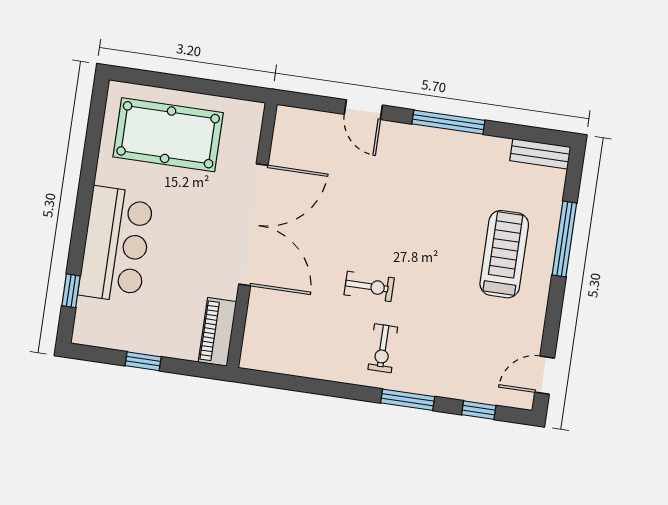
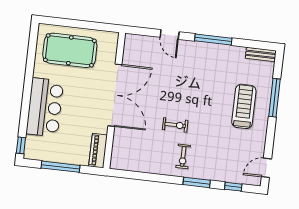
window: (71, 291) -> (21, 145), moved
window: (143, 361) -> (61, 167), width x2.17

